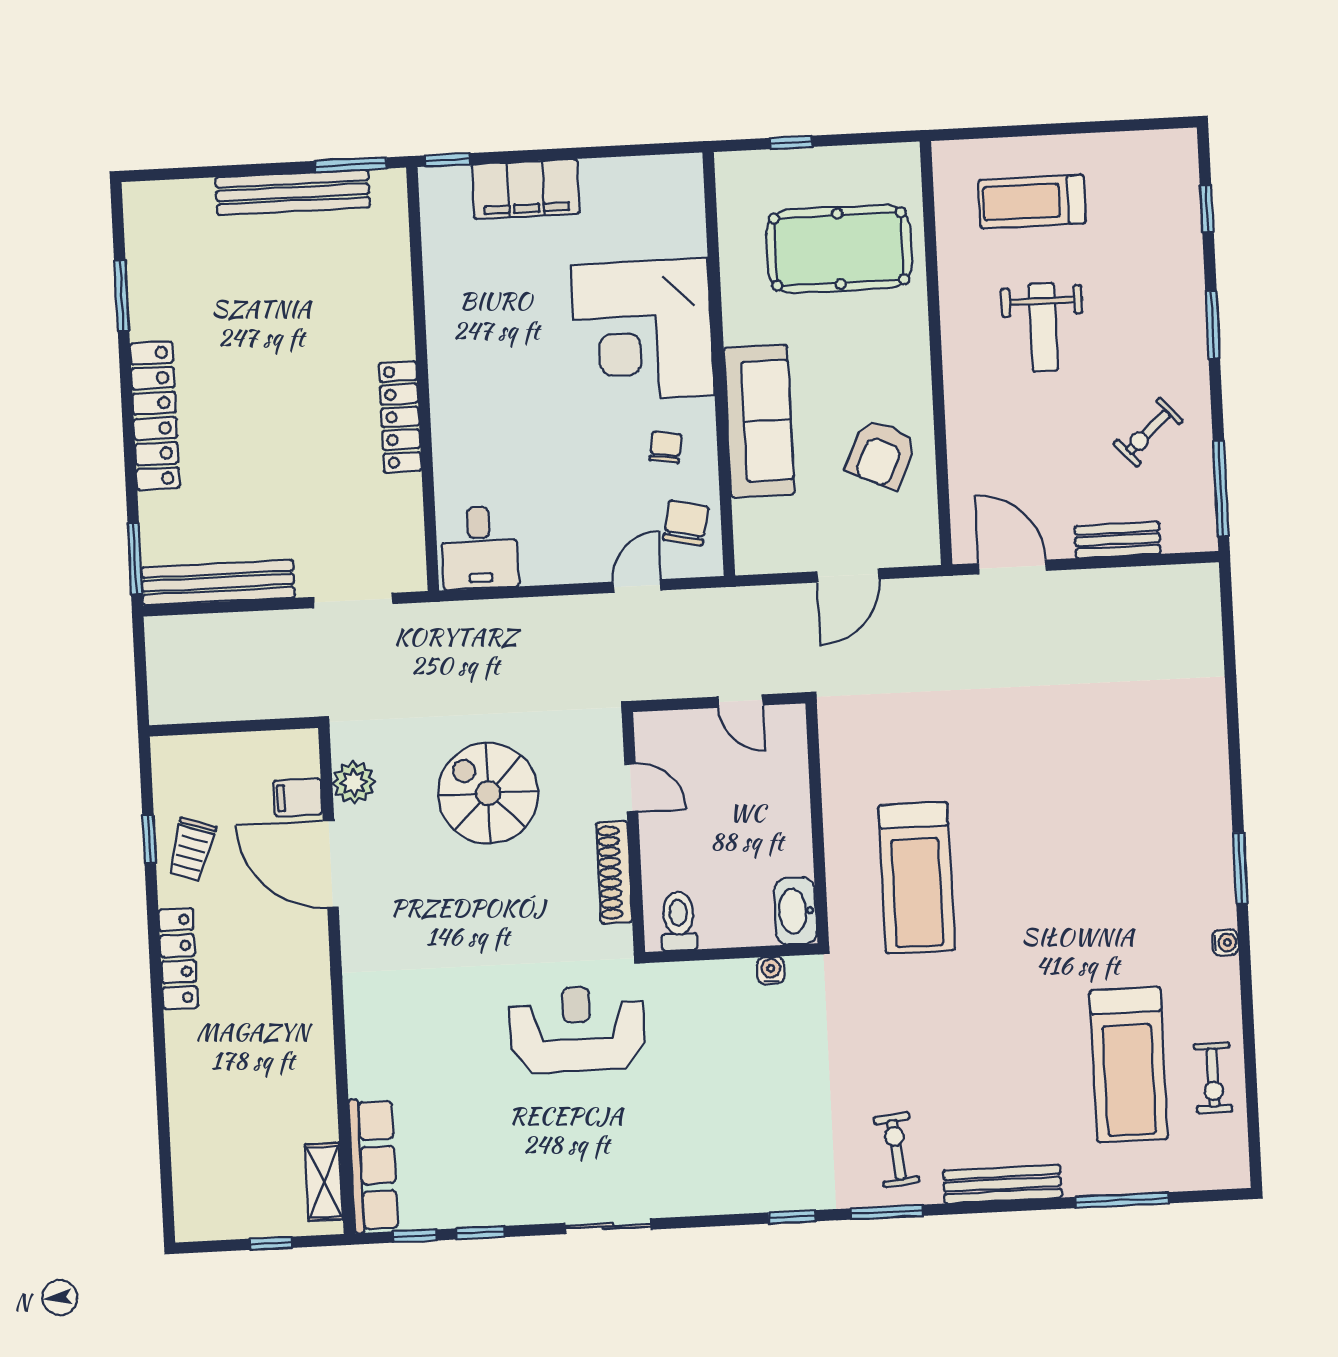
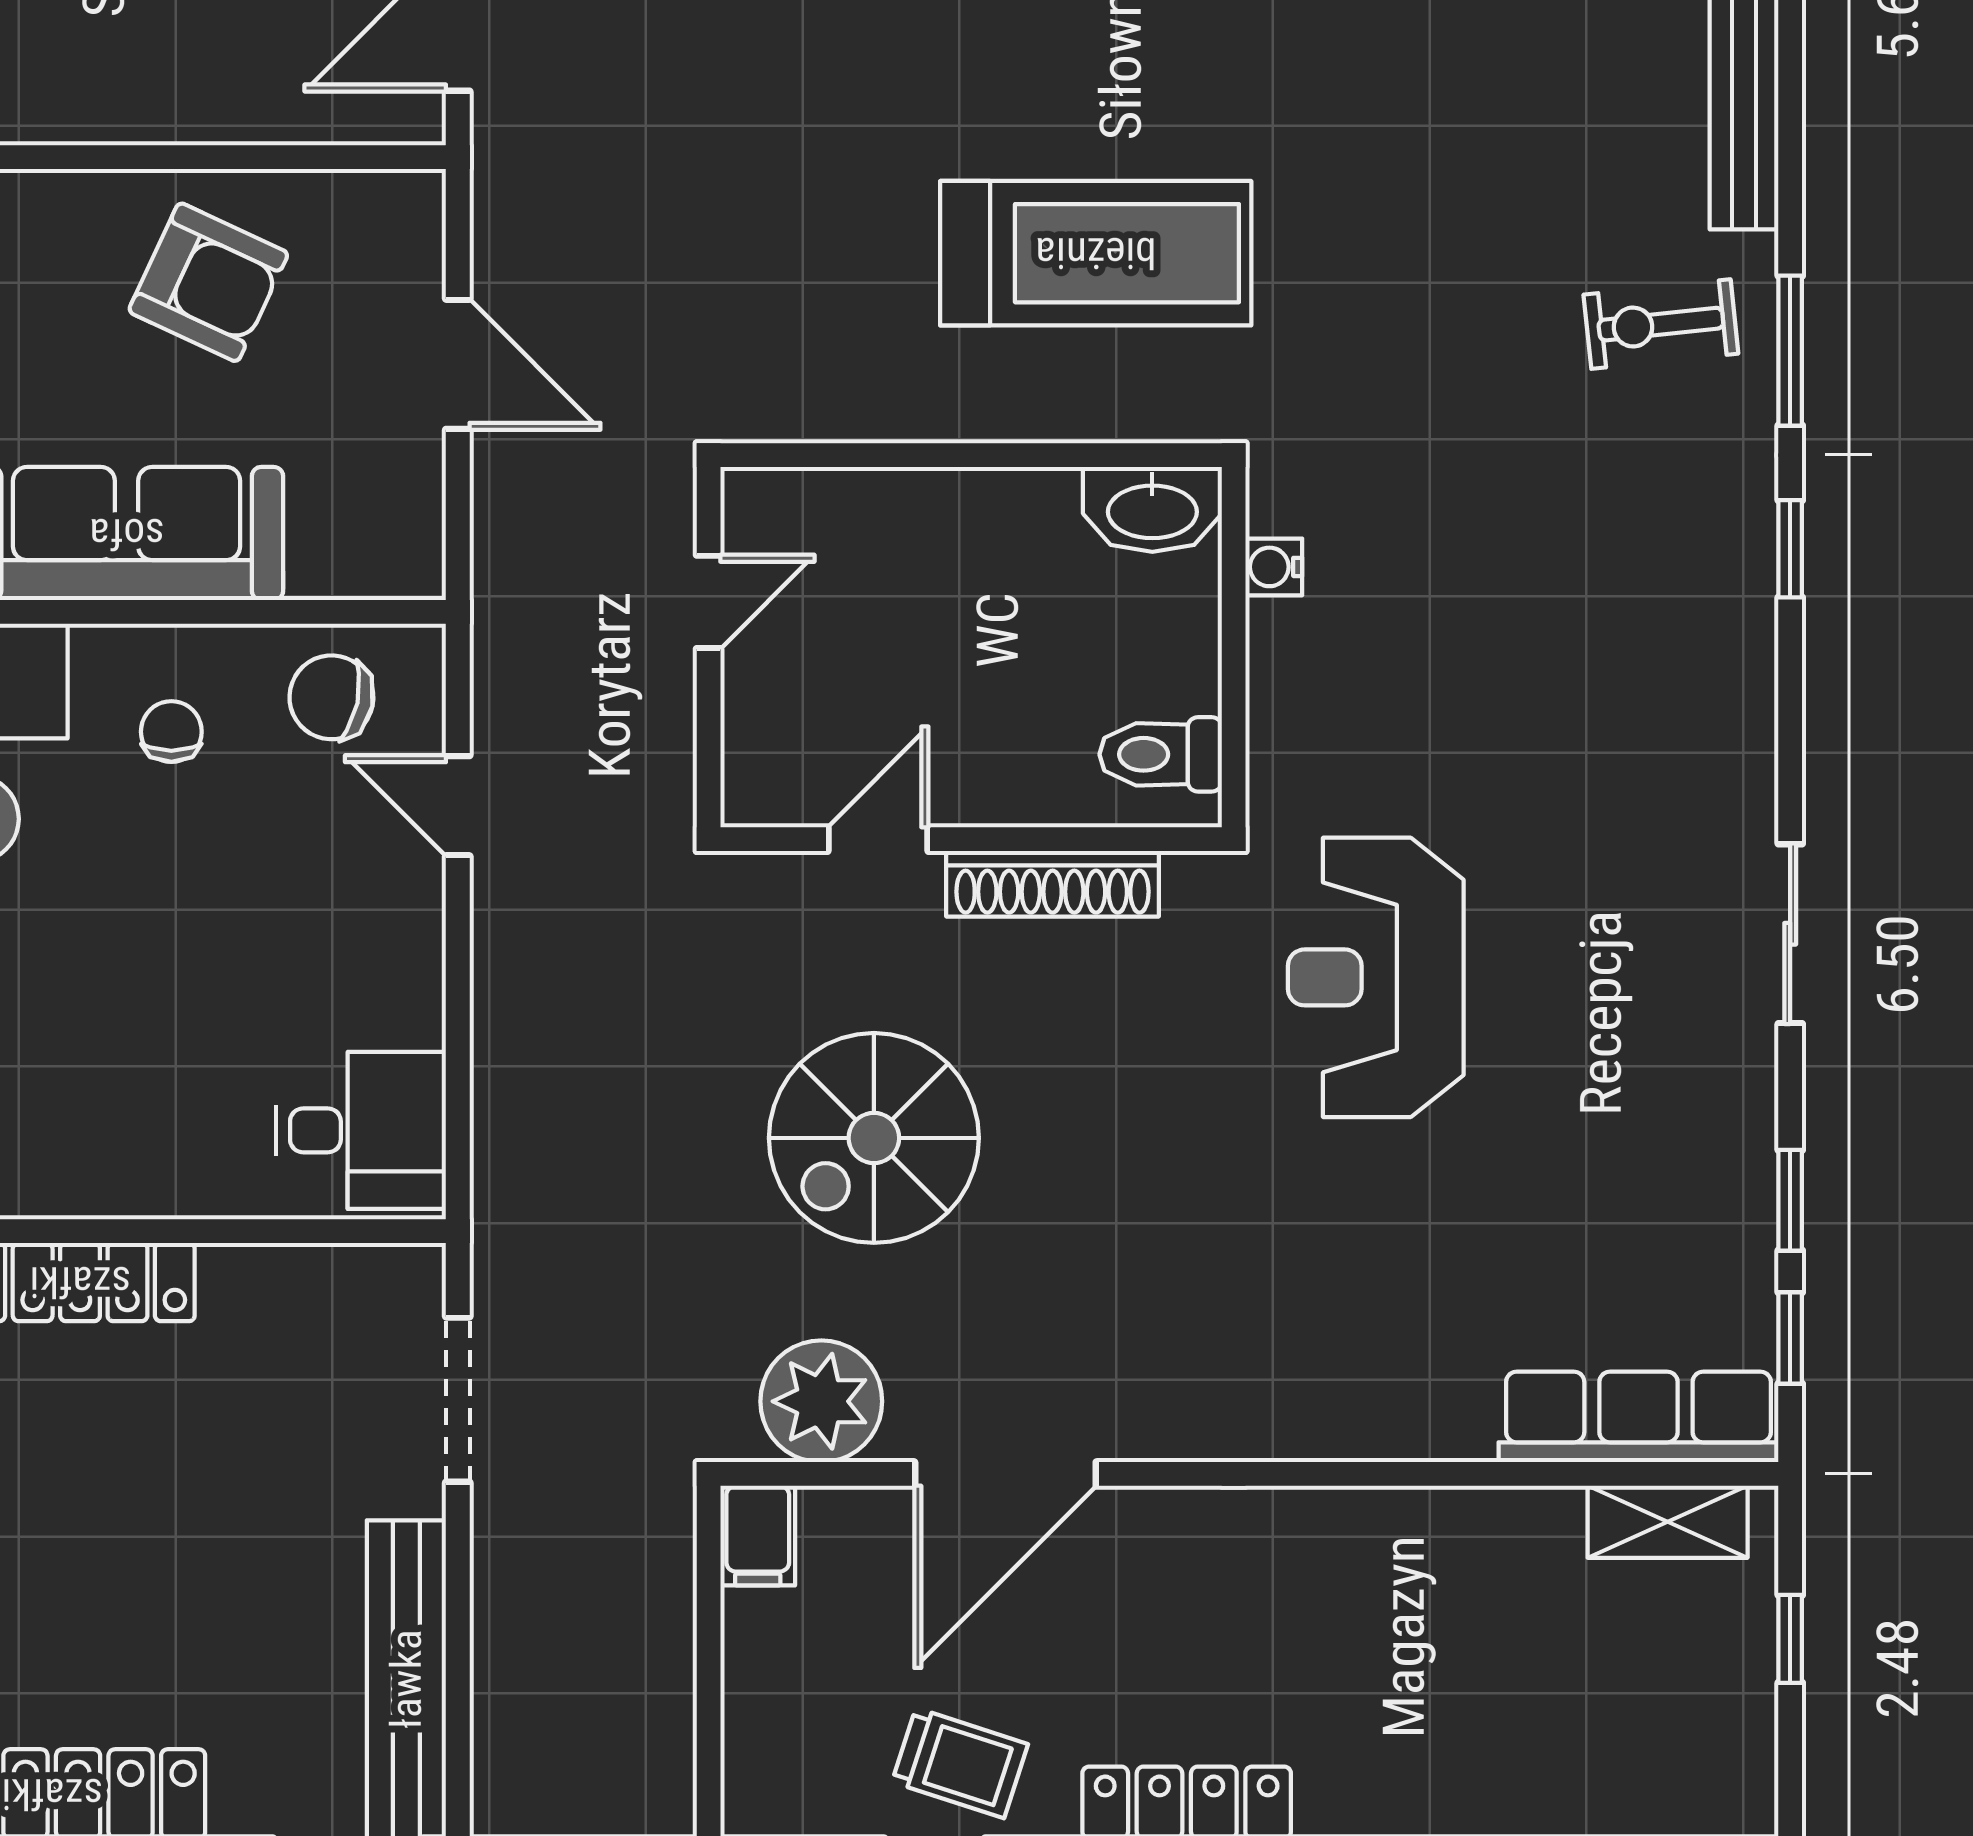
chair: (666, 447) -> (171, 732), turned 81
plant: (354, 782) -> (821, 1401), width x1.36, depth x1.36
filing cabinet: (298, 797) -> (758, 1536), moved

